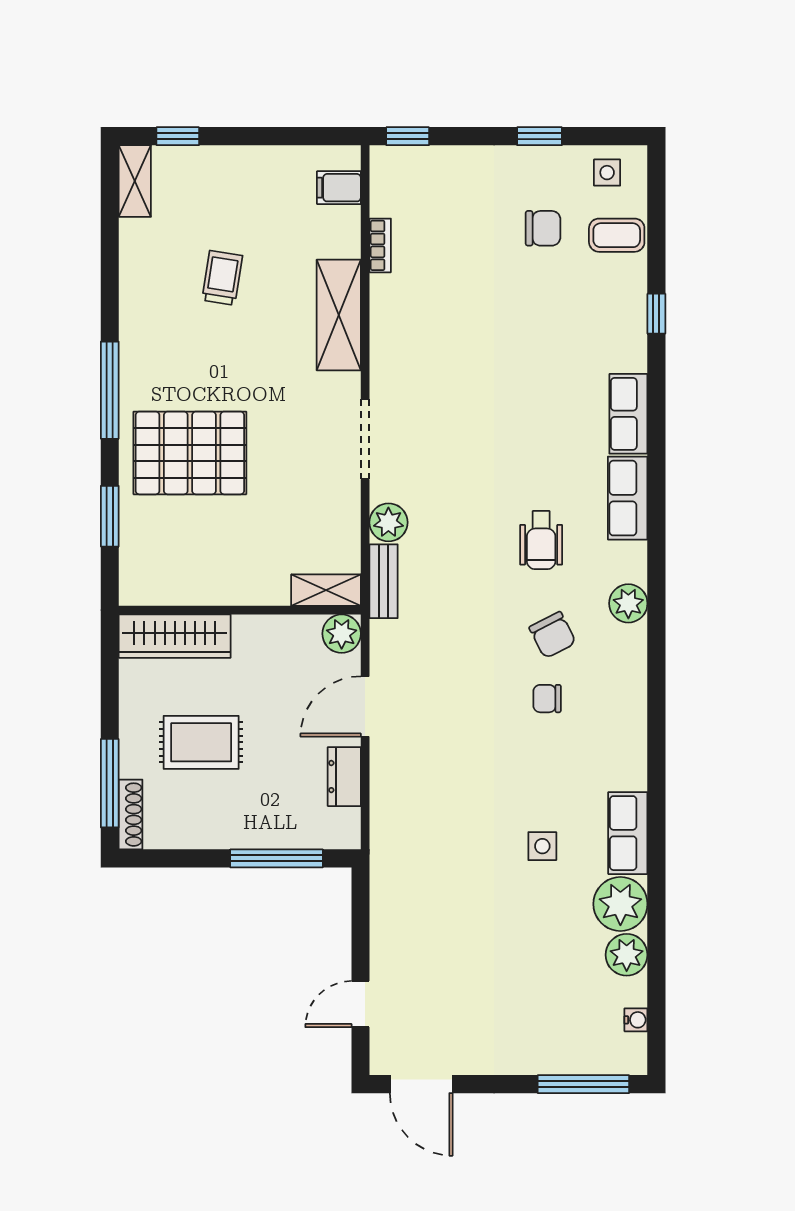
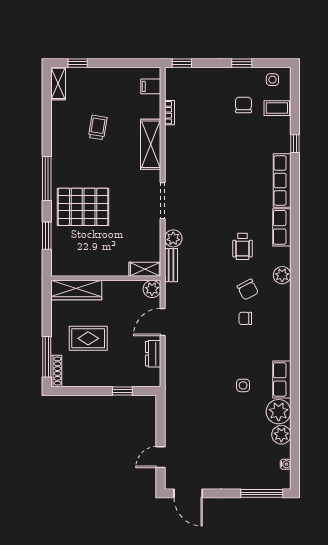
chair: (543, 228) -> (243, 105), turned -90
row of seats: (628, 414) -> (282, 180), width x1.48
window: (277, 858) -> (122, 391), width x0.46

